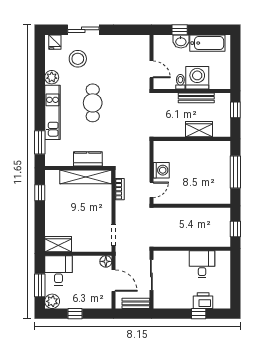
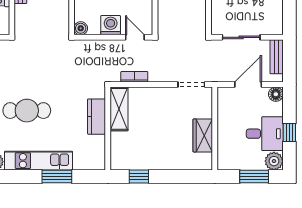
window: (40, 142) -> (57, 176), moved
boiler: (159, 146) -> (81, 28), added
shelving: (86, 177) -> (119, 109), width x0.68
wardrobe: (58, 244) -> (203, 135), moved
floor lamp: (106, 261) -> (276, 94), moved
desk: (58, 270) -> (265, 134), moved, turned 180

